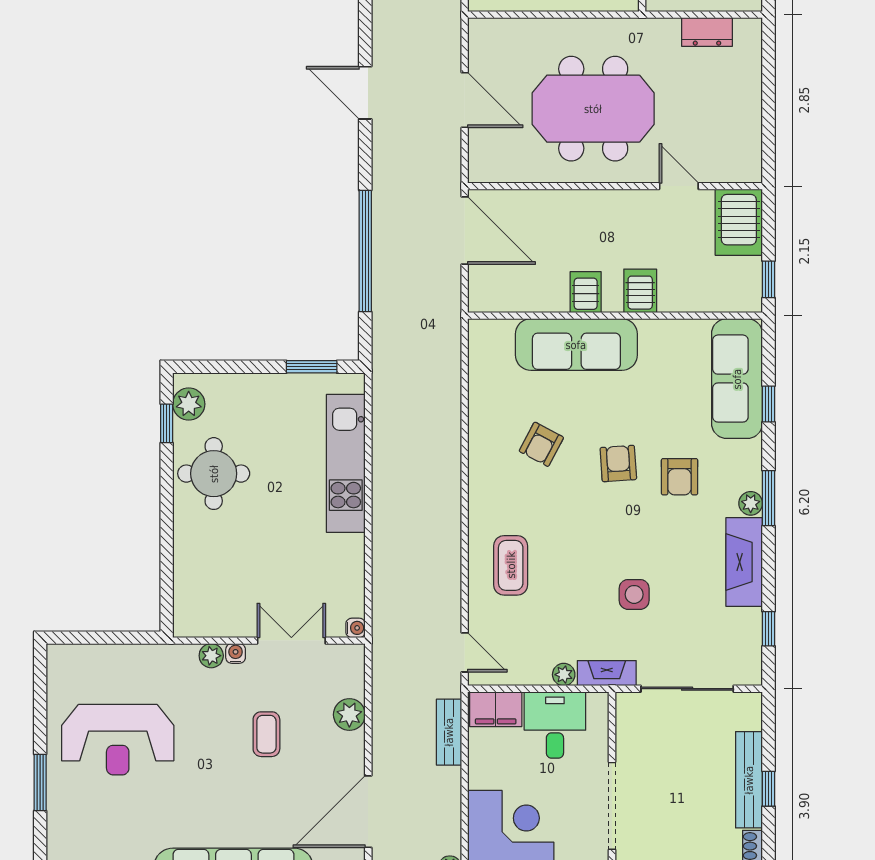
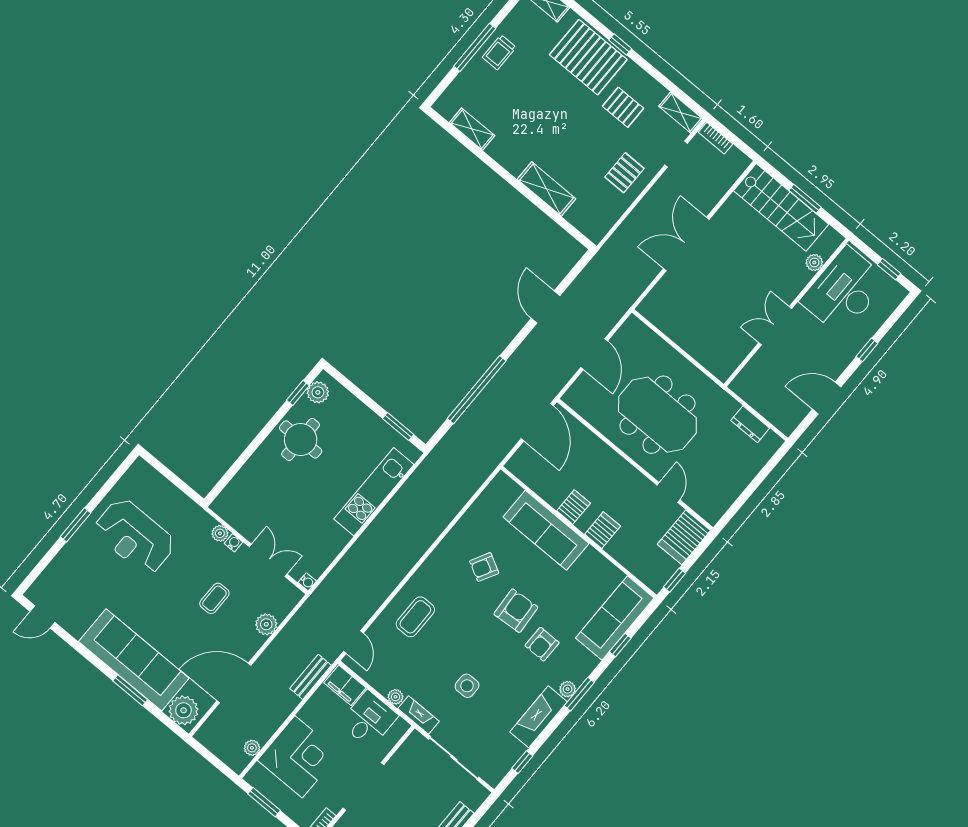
armchair: (618, 464) -> (516, 611), width x1.38, depth x1.38

